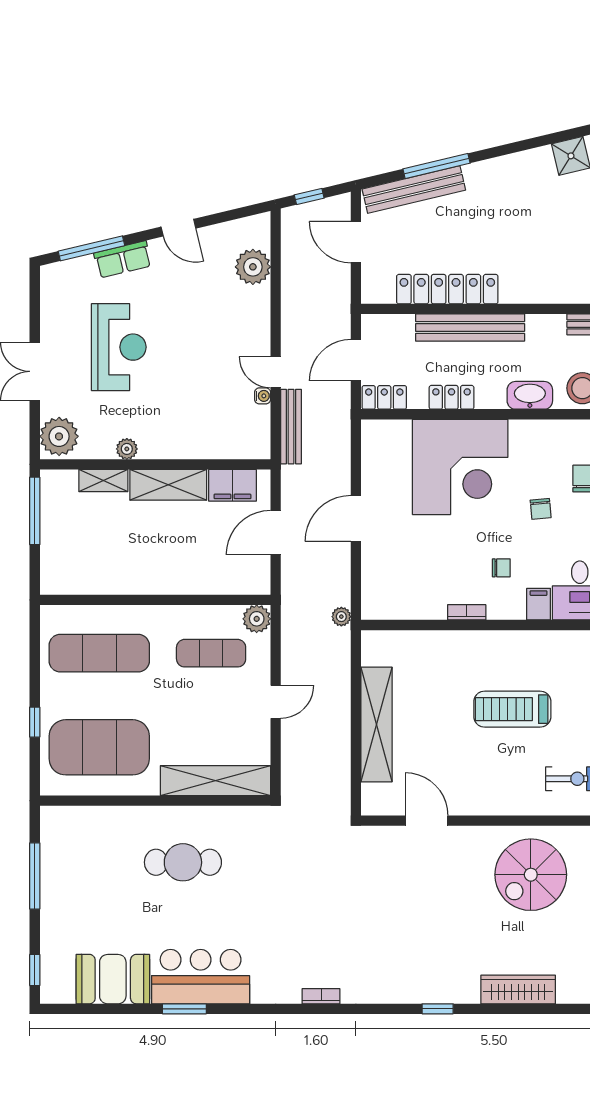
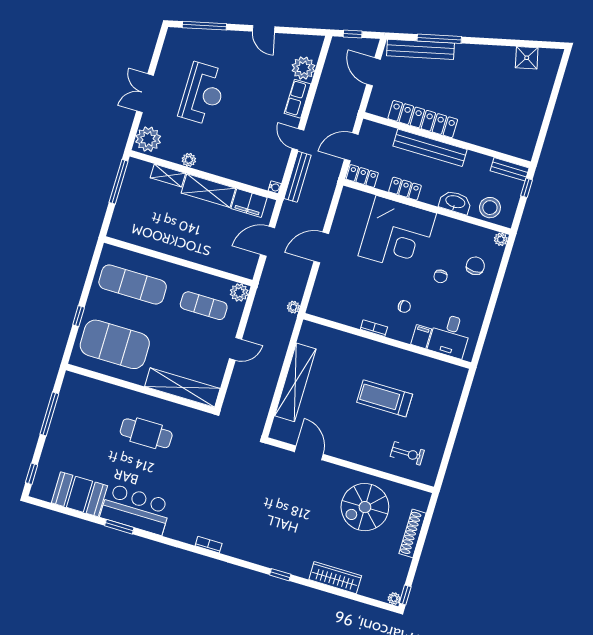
row of seats: (123, 259) -> (298, 99), moved, turned 103
water cooler: (263, 396) -> (275, 187), moved

